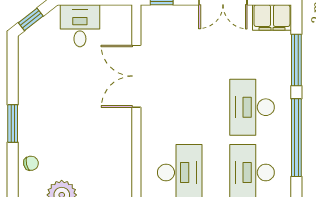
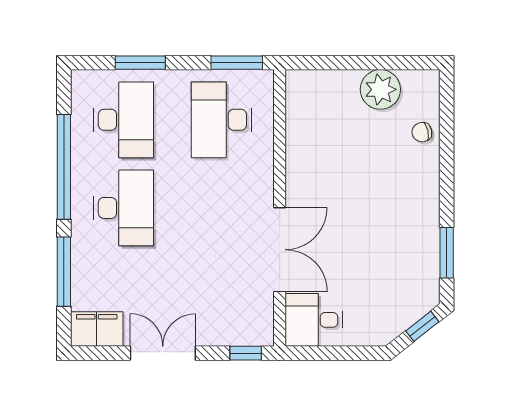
desk: (80, 26) -> (314, 320), moved, turned 90
window: (13, 123) -> (447, 253), moved

